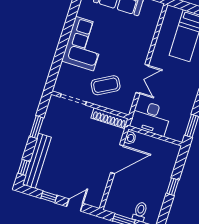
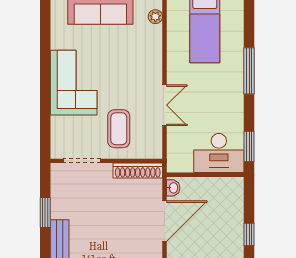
plant: (155, 16) -> (155, 17), added
coffee table: (106, 85) -> (119, 129), turned -61
desk: (151, 118) -> (219, 153), moved

